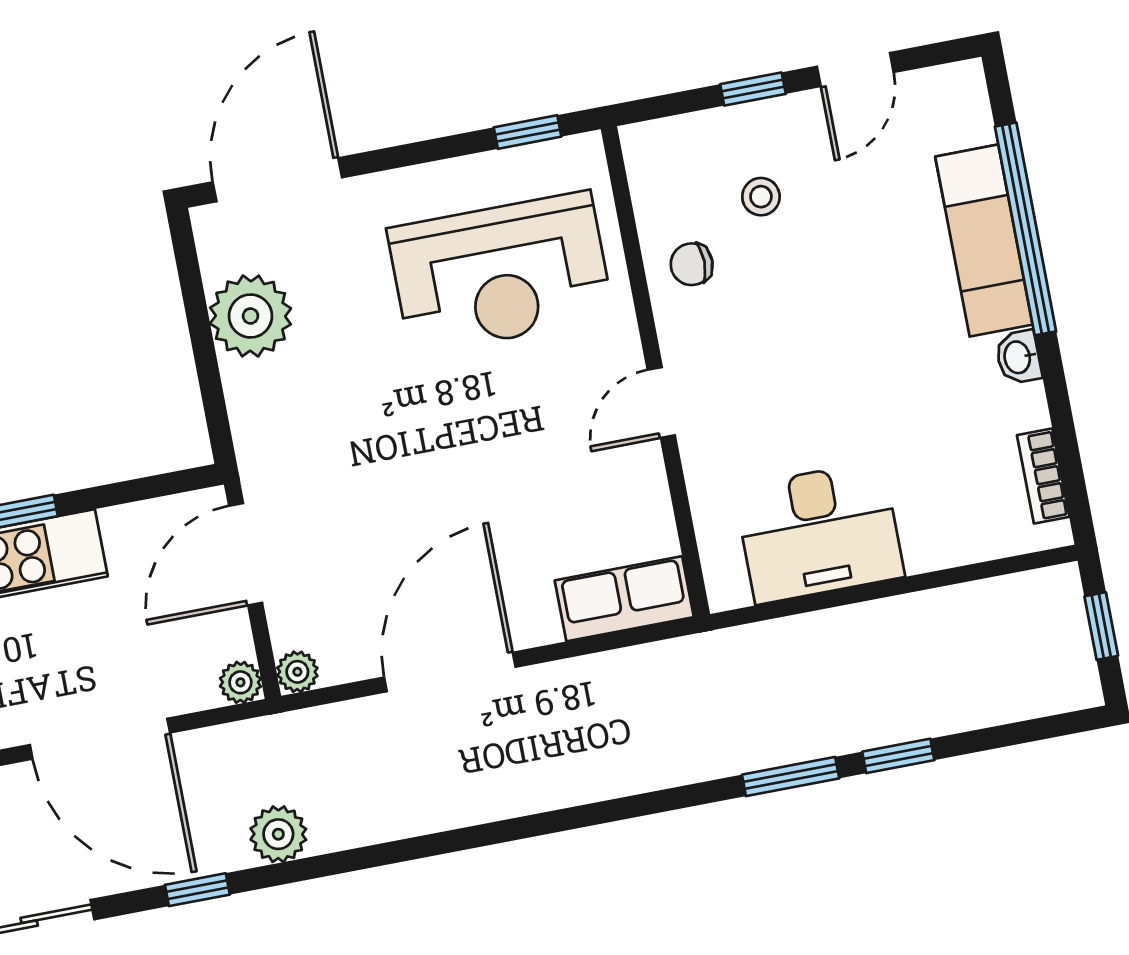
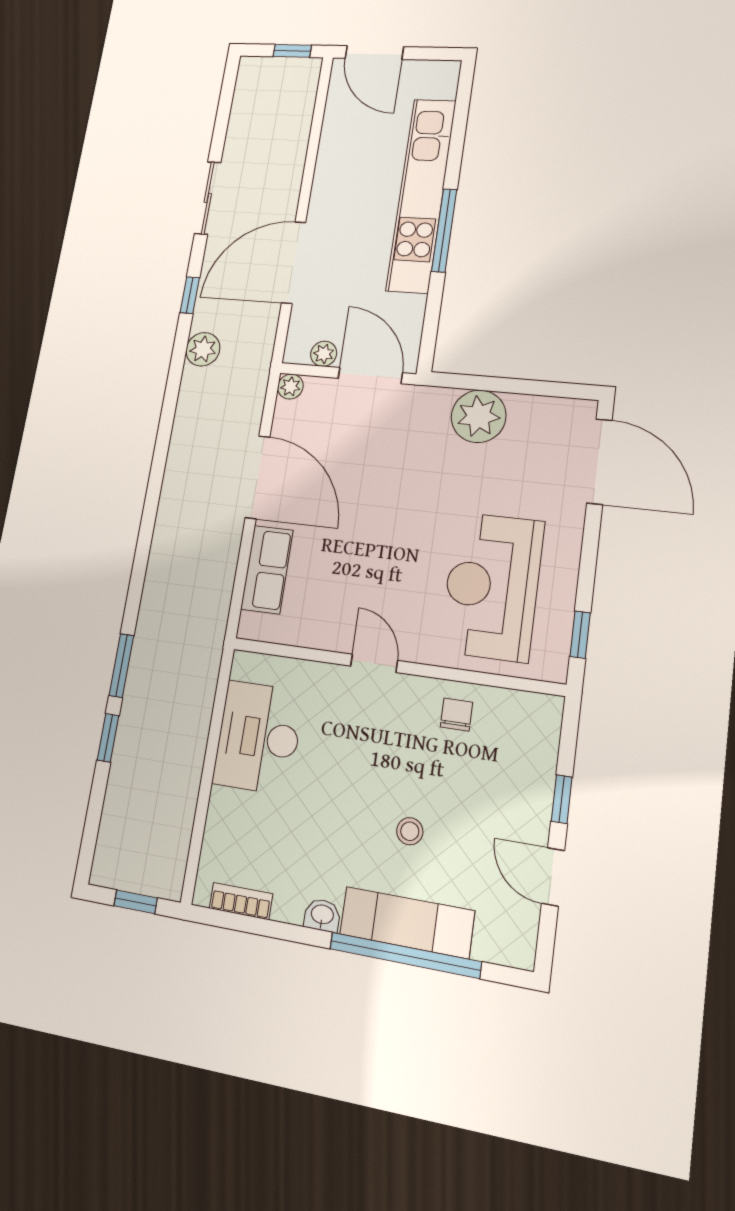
stool: (761, 197) -> (410, 831), moved
plant: (251, 316) -> (479, 416), moved
row of seats: (624, 599) -> (267, 570), moved
plant: (240, 682) -> (324, 354), moved

